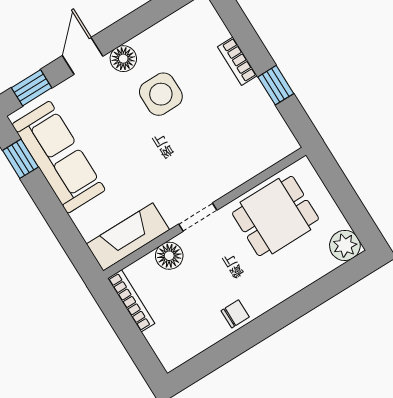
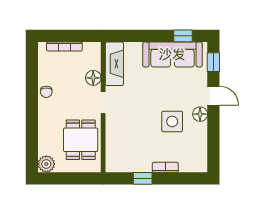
bookcase: (131, 301) -> (64, 46), moved

